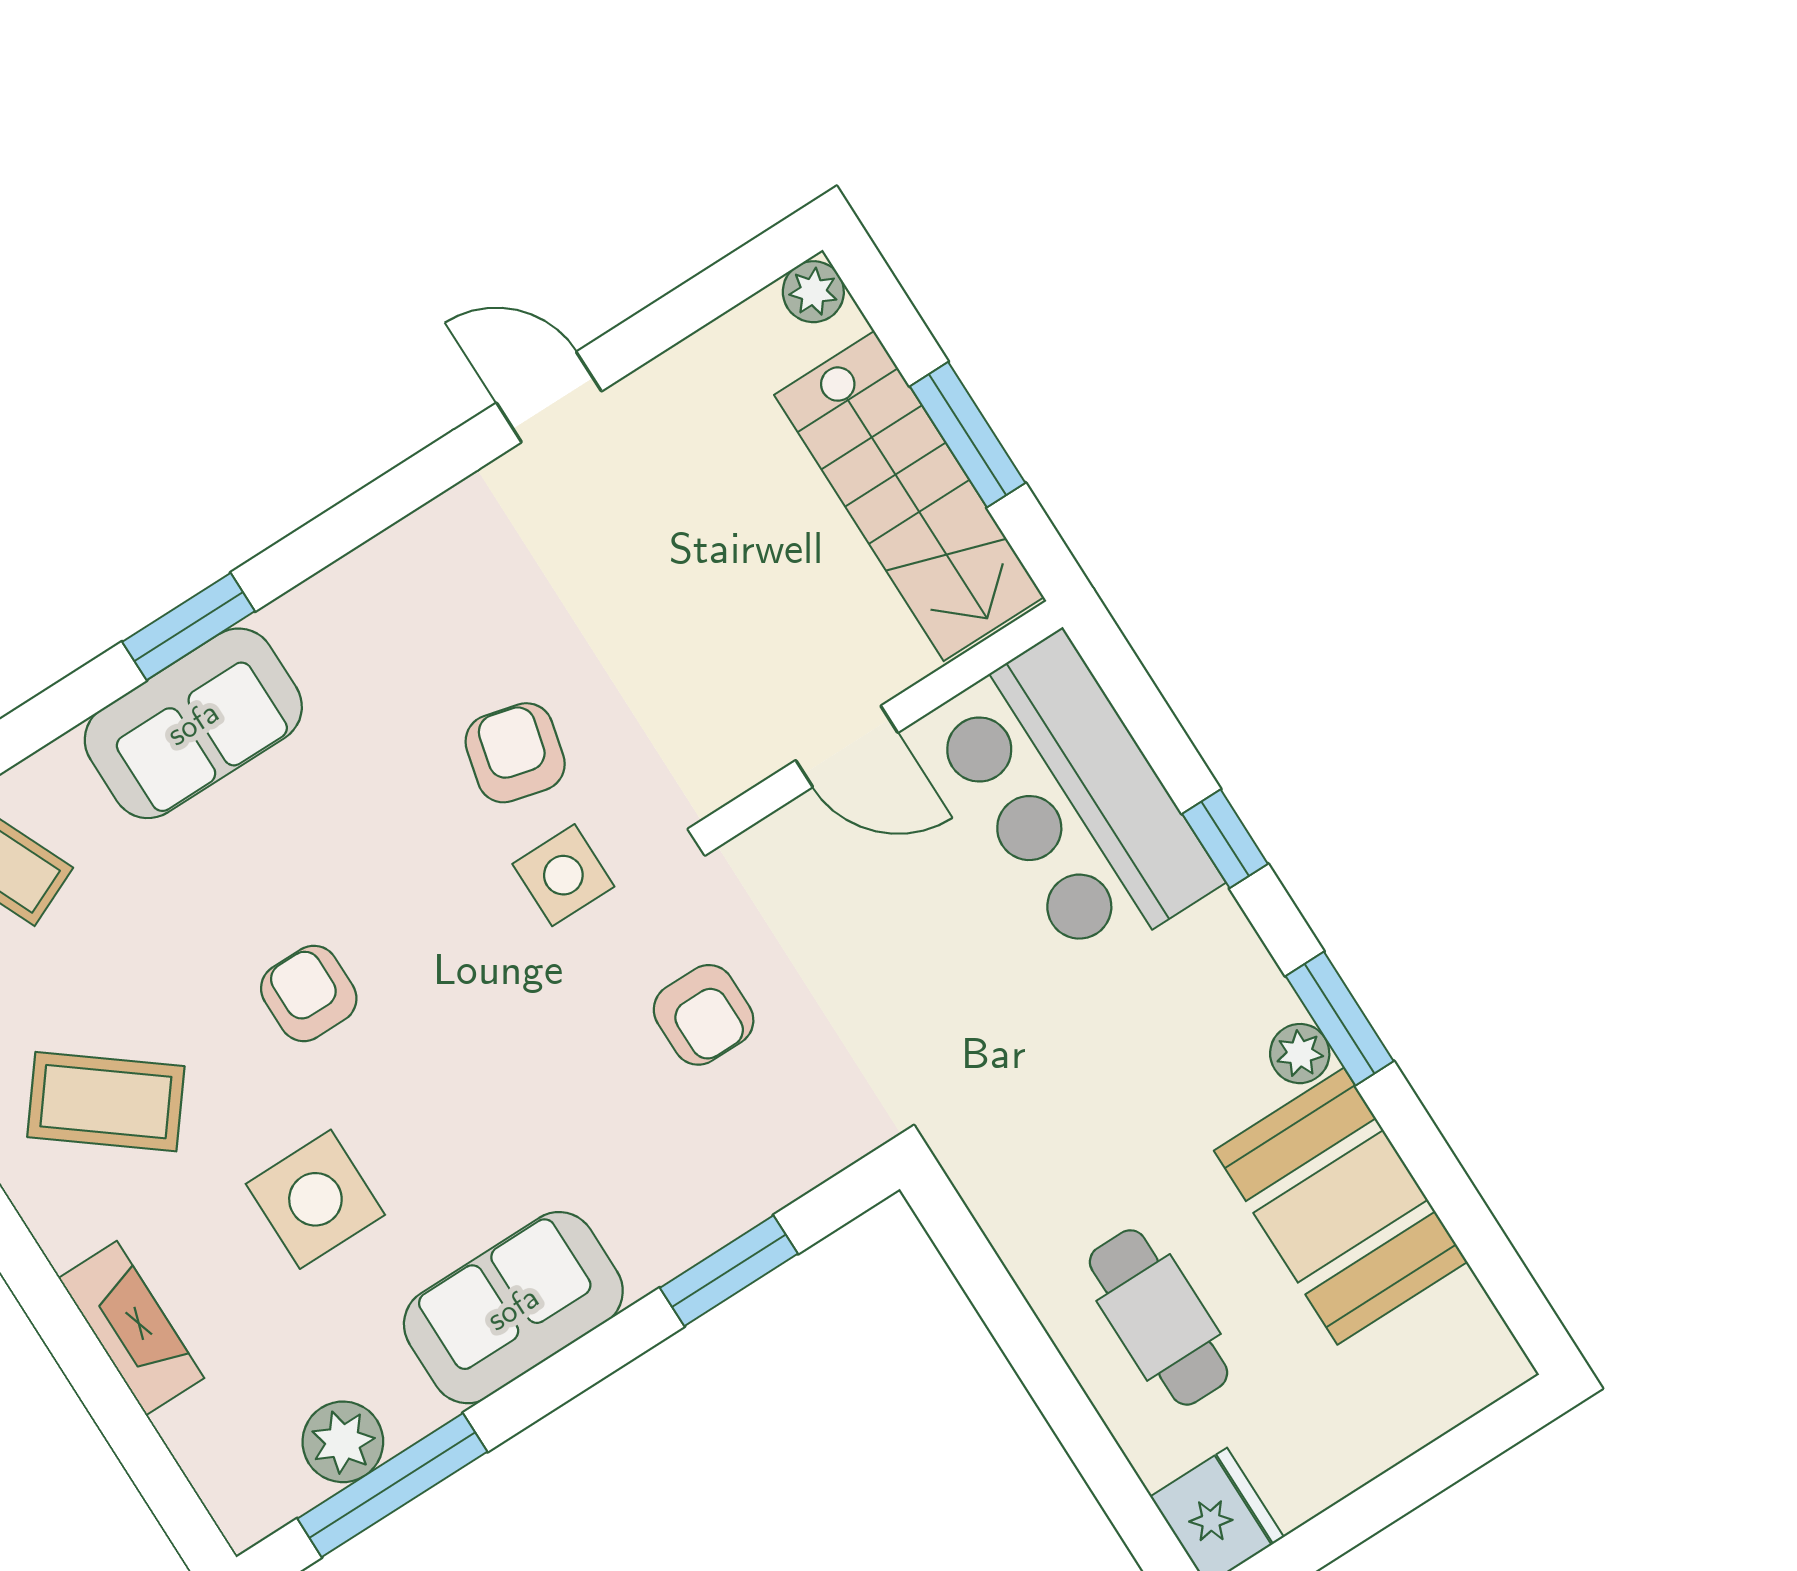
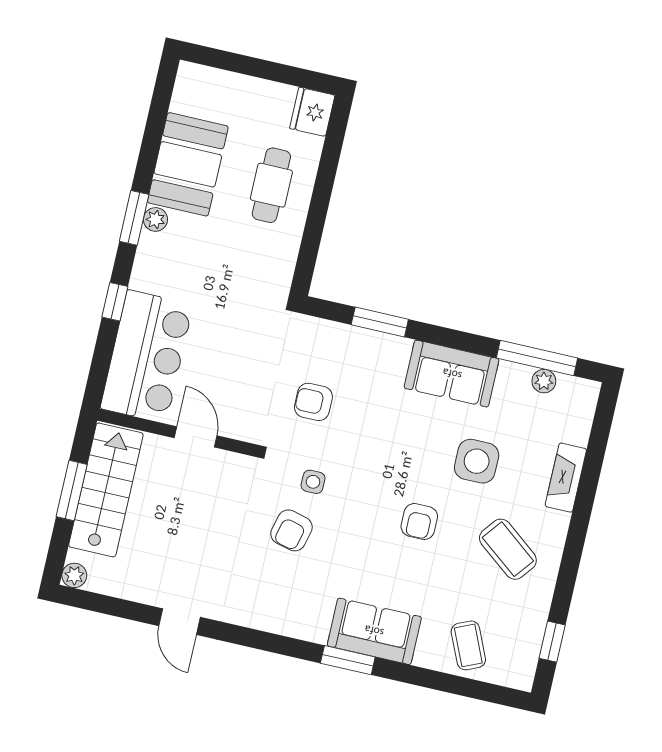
side table: (563, 875) -> (313, 482), width x0.73, depth x0.73
armchair: (704, 1015) -> (313, 402), turned -90
plant: (343, 1442) -> (544, 381), width x0.73, depth x0.73

